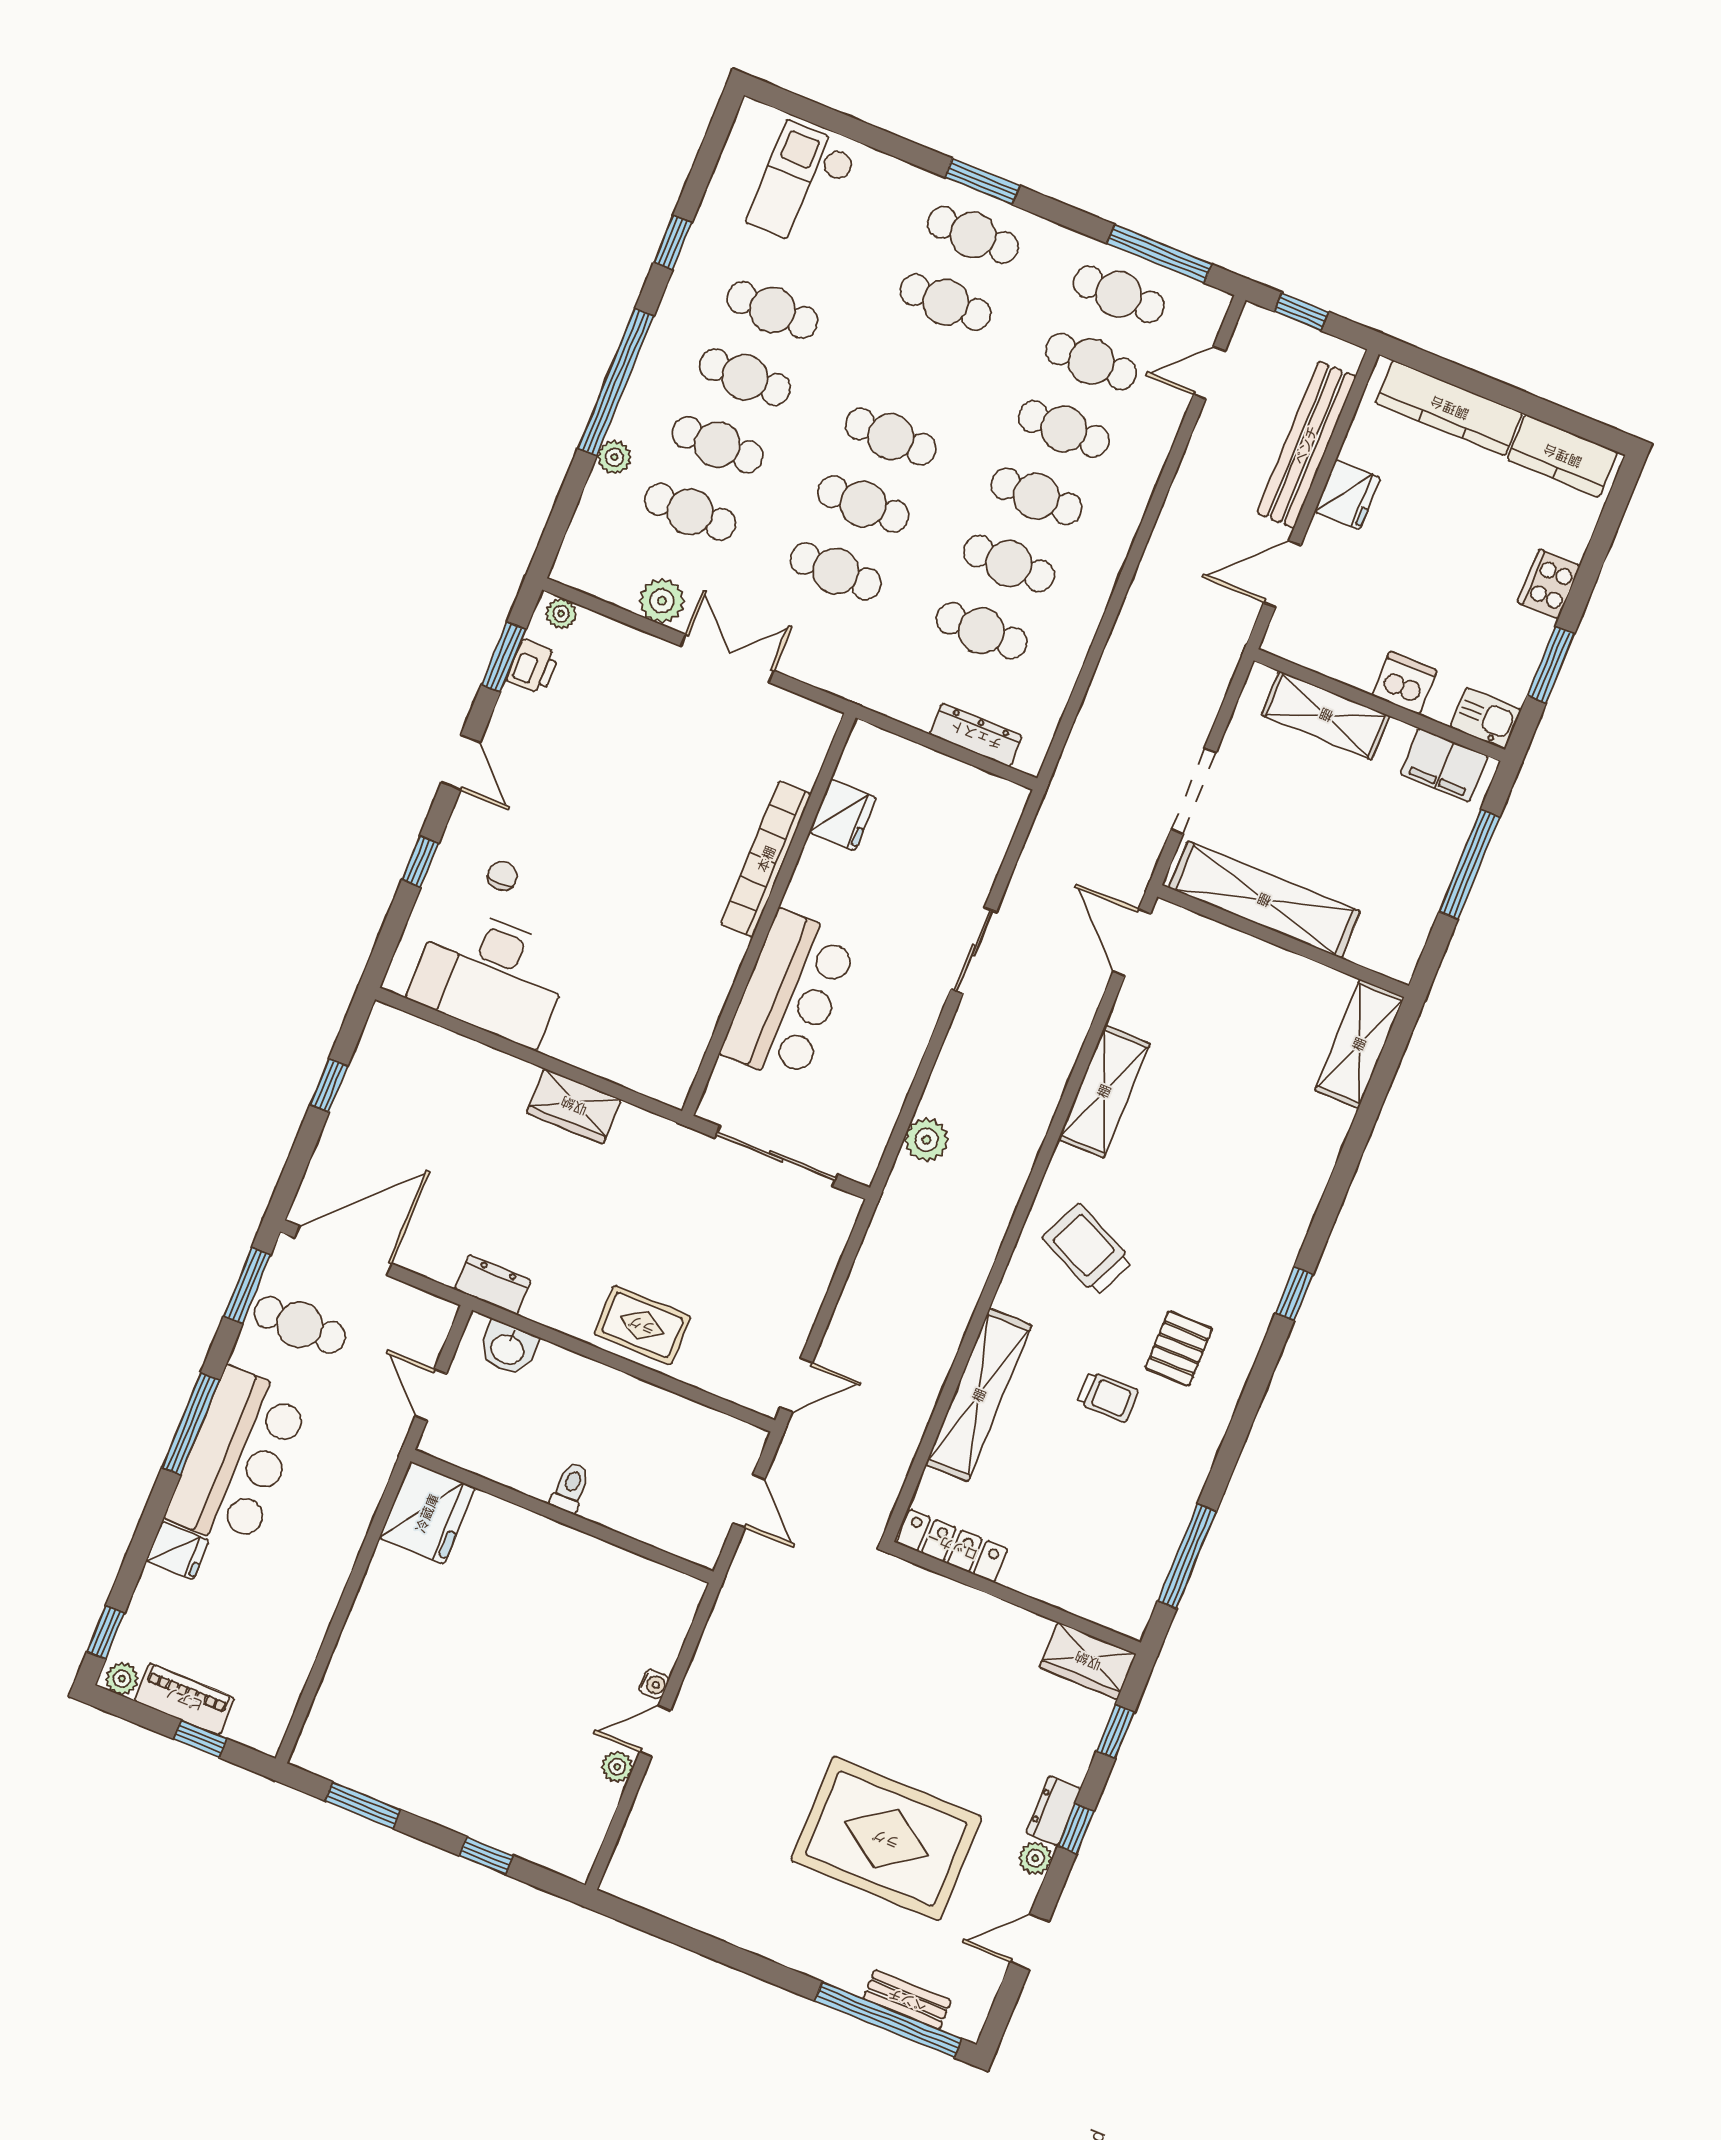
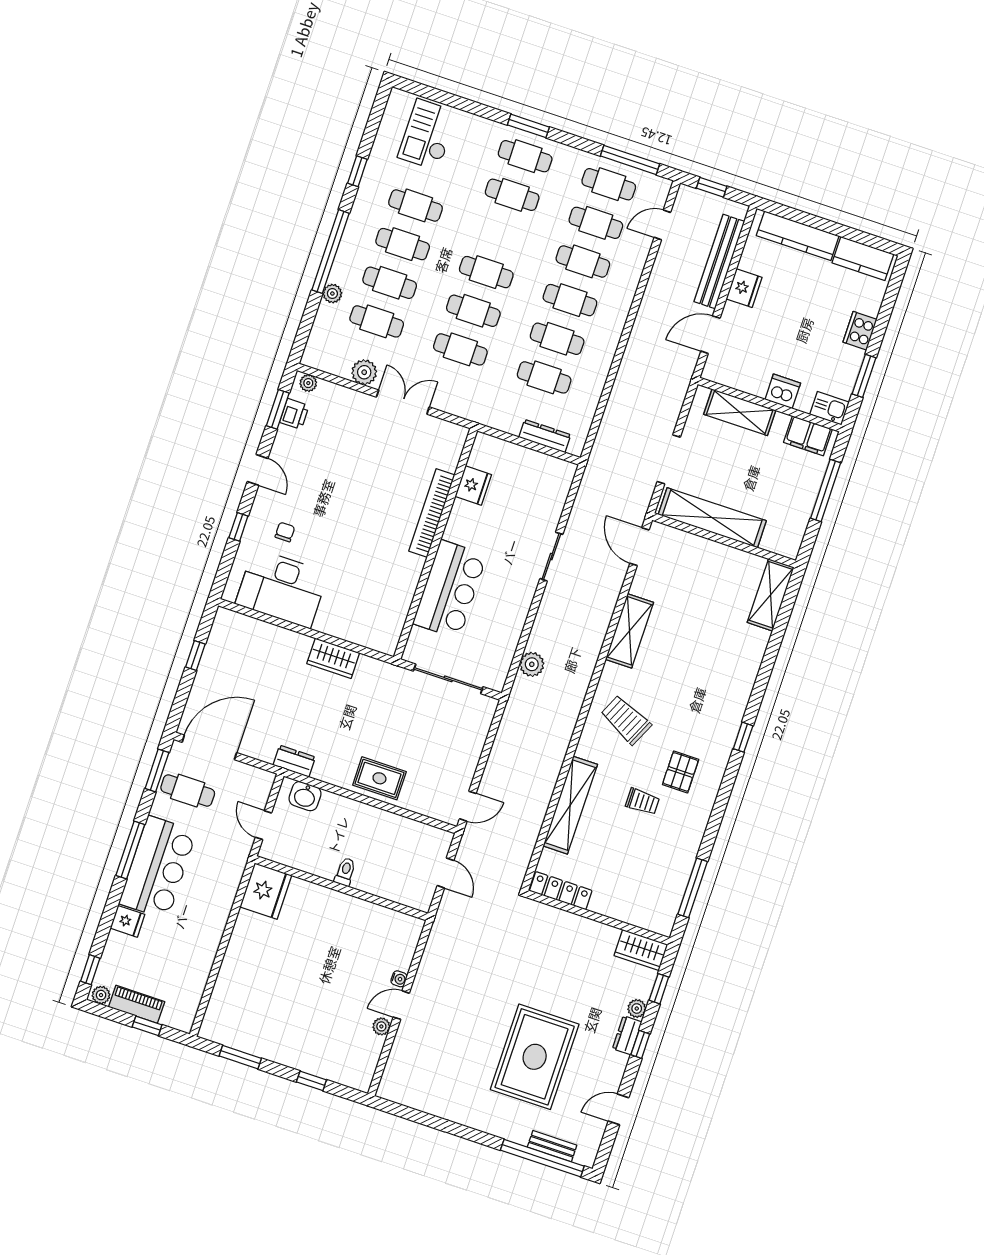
rug: (886, 1839) -> (535, 1057), turned 90
plant: (1035, 1858) -> (637, 1009), moved

